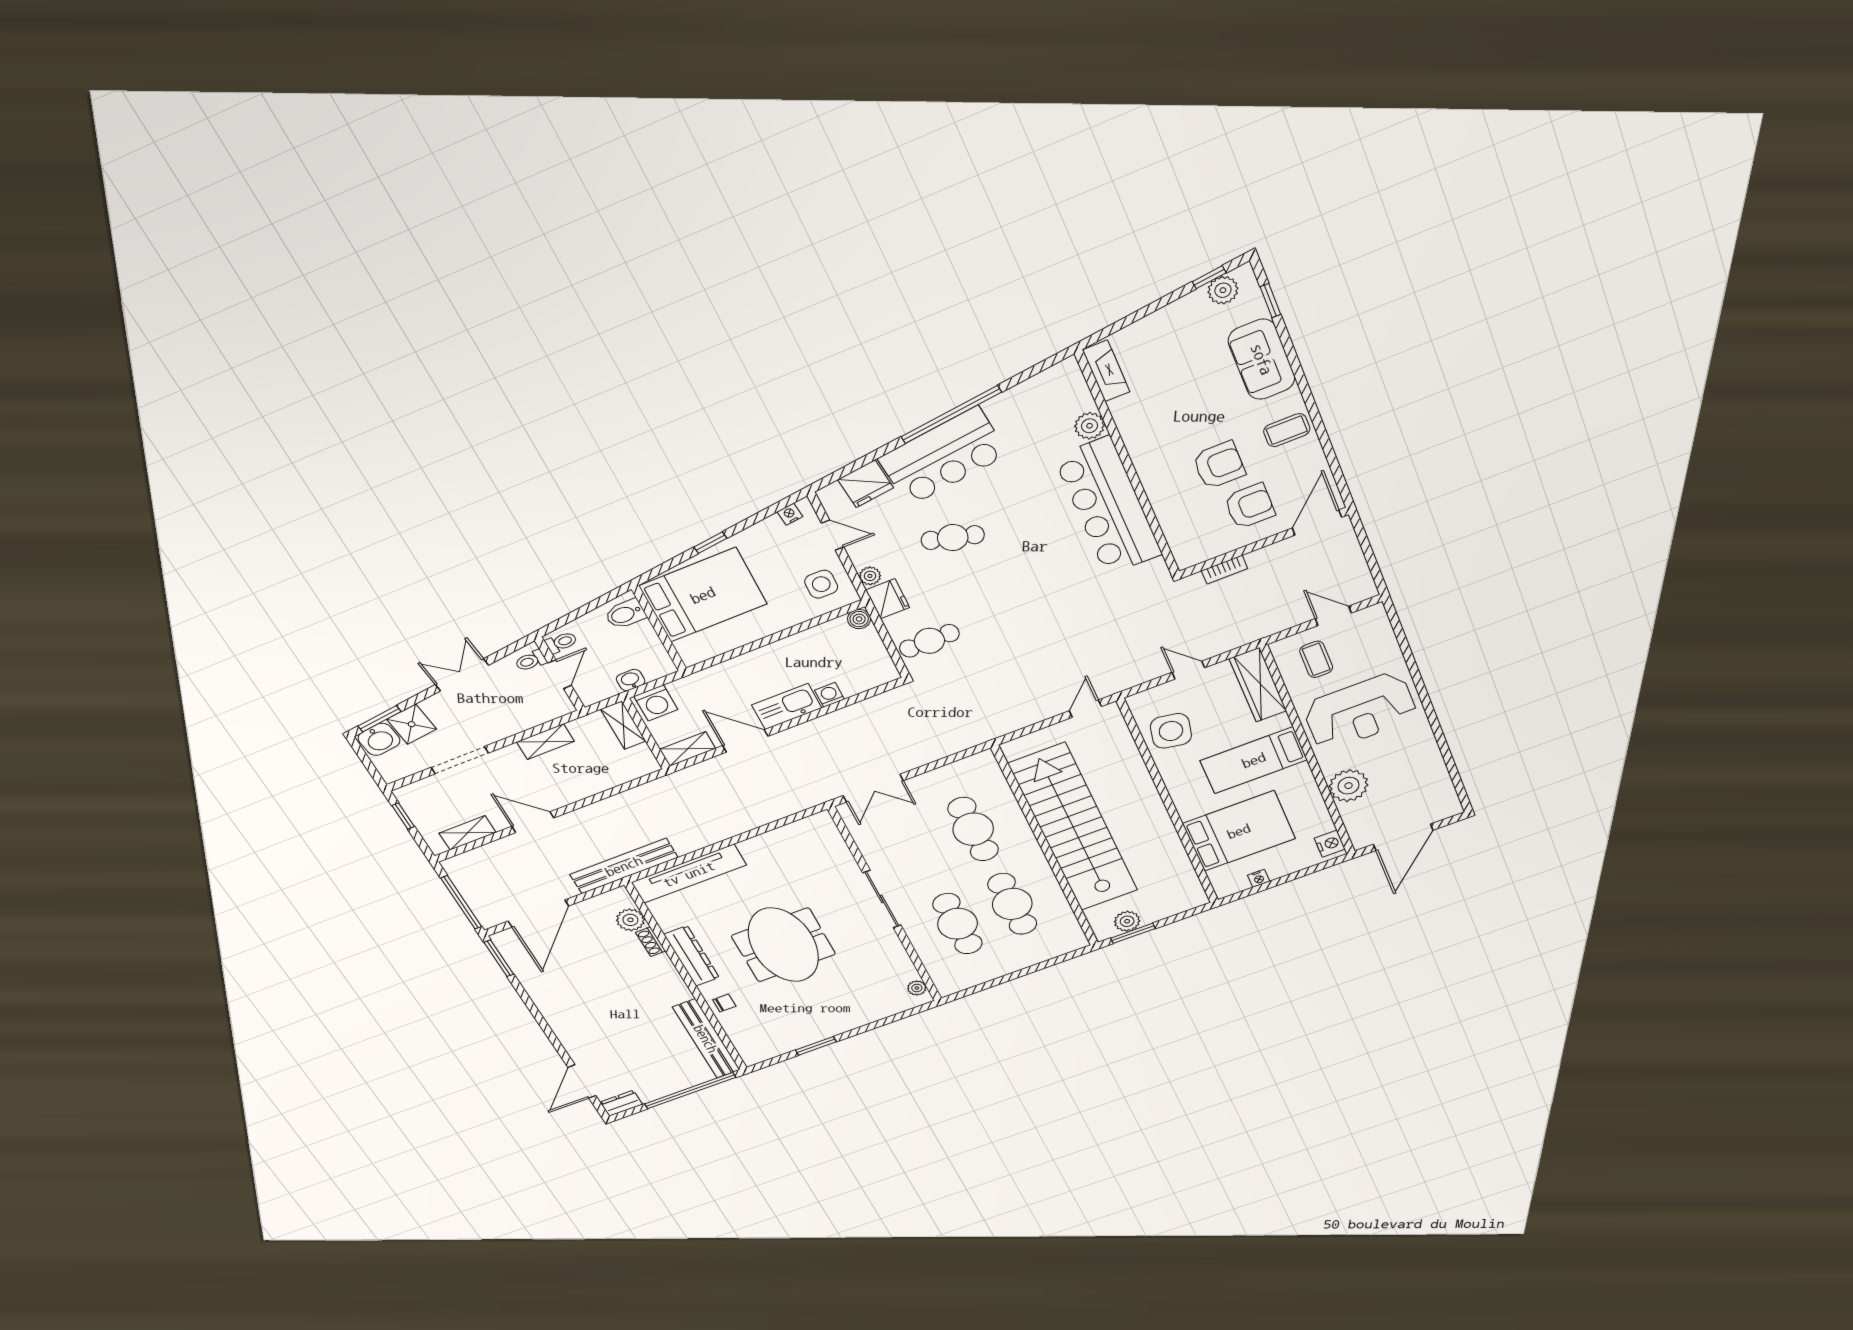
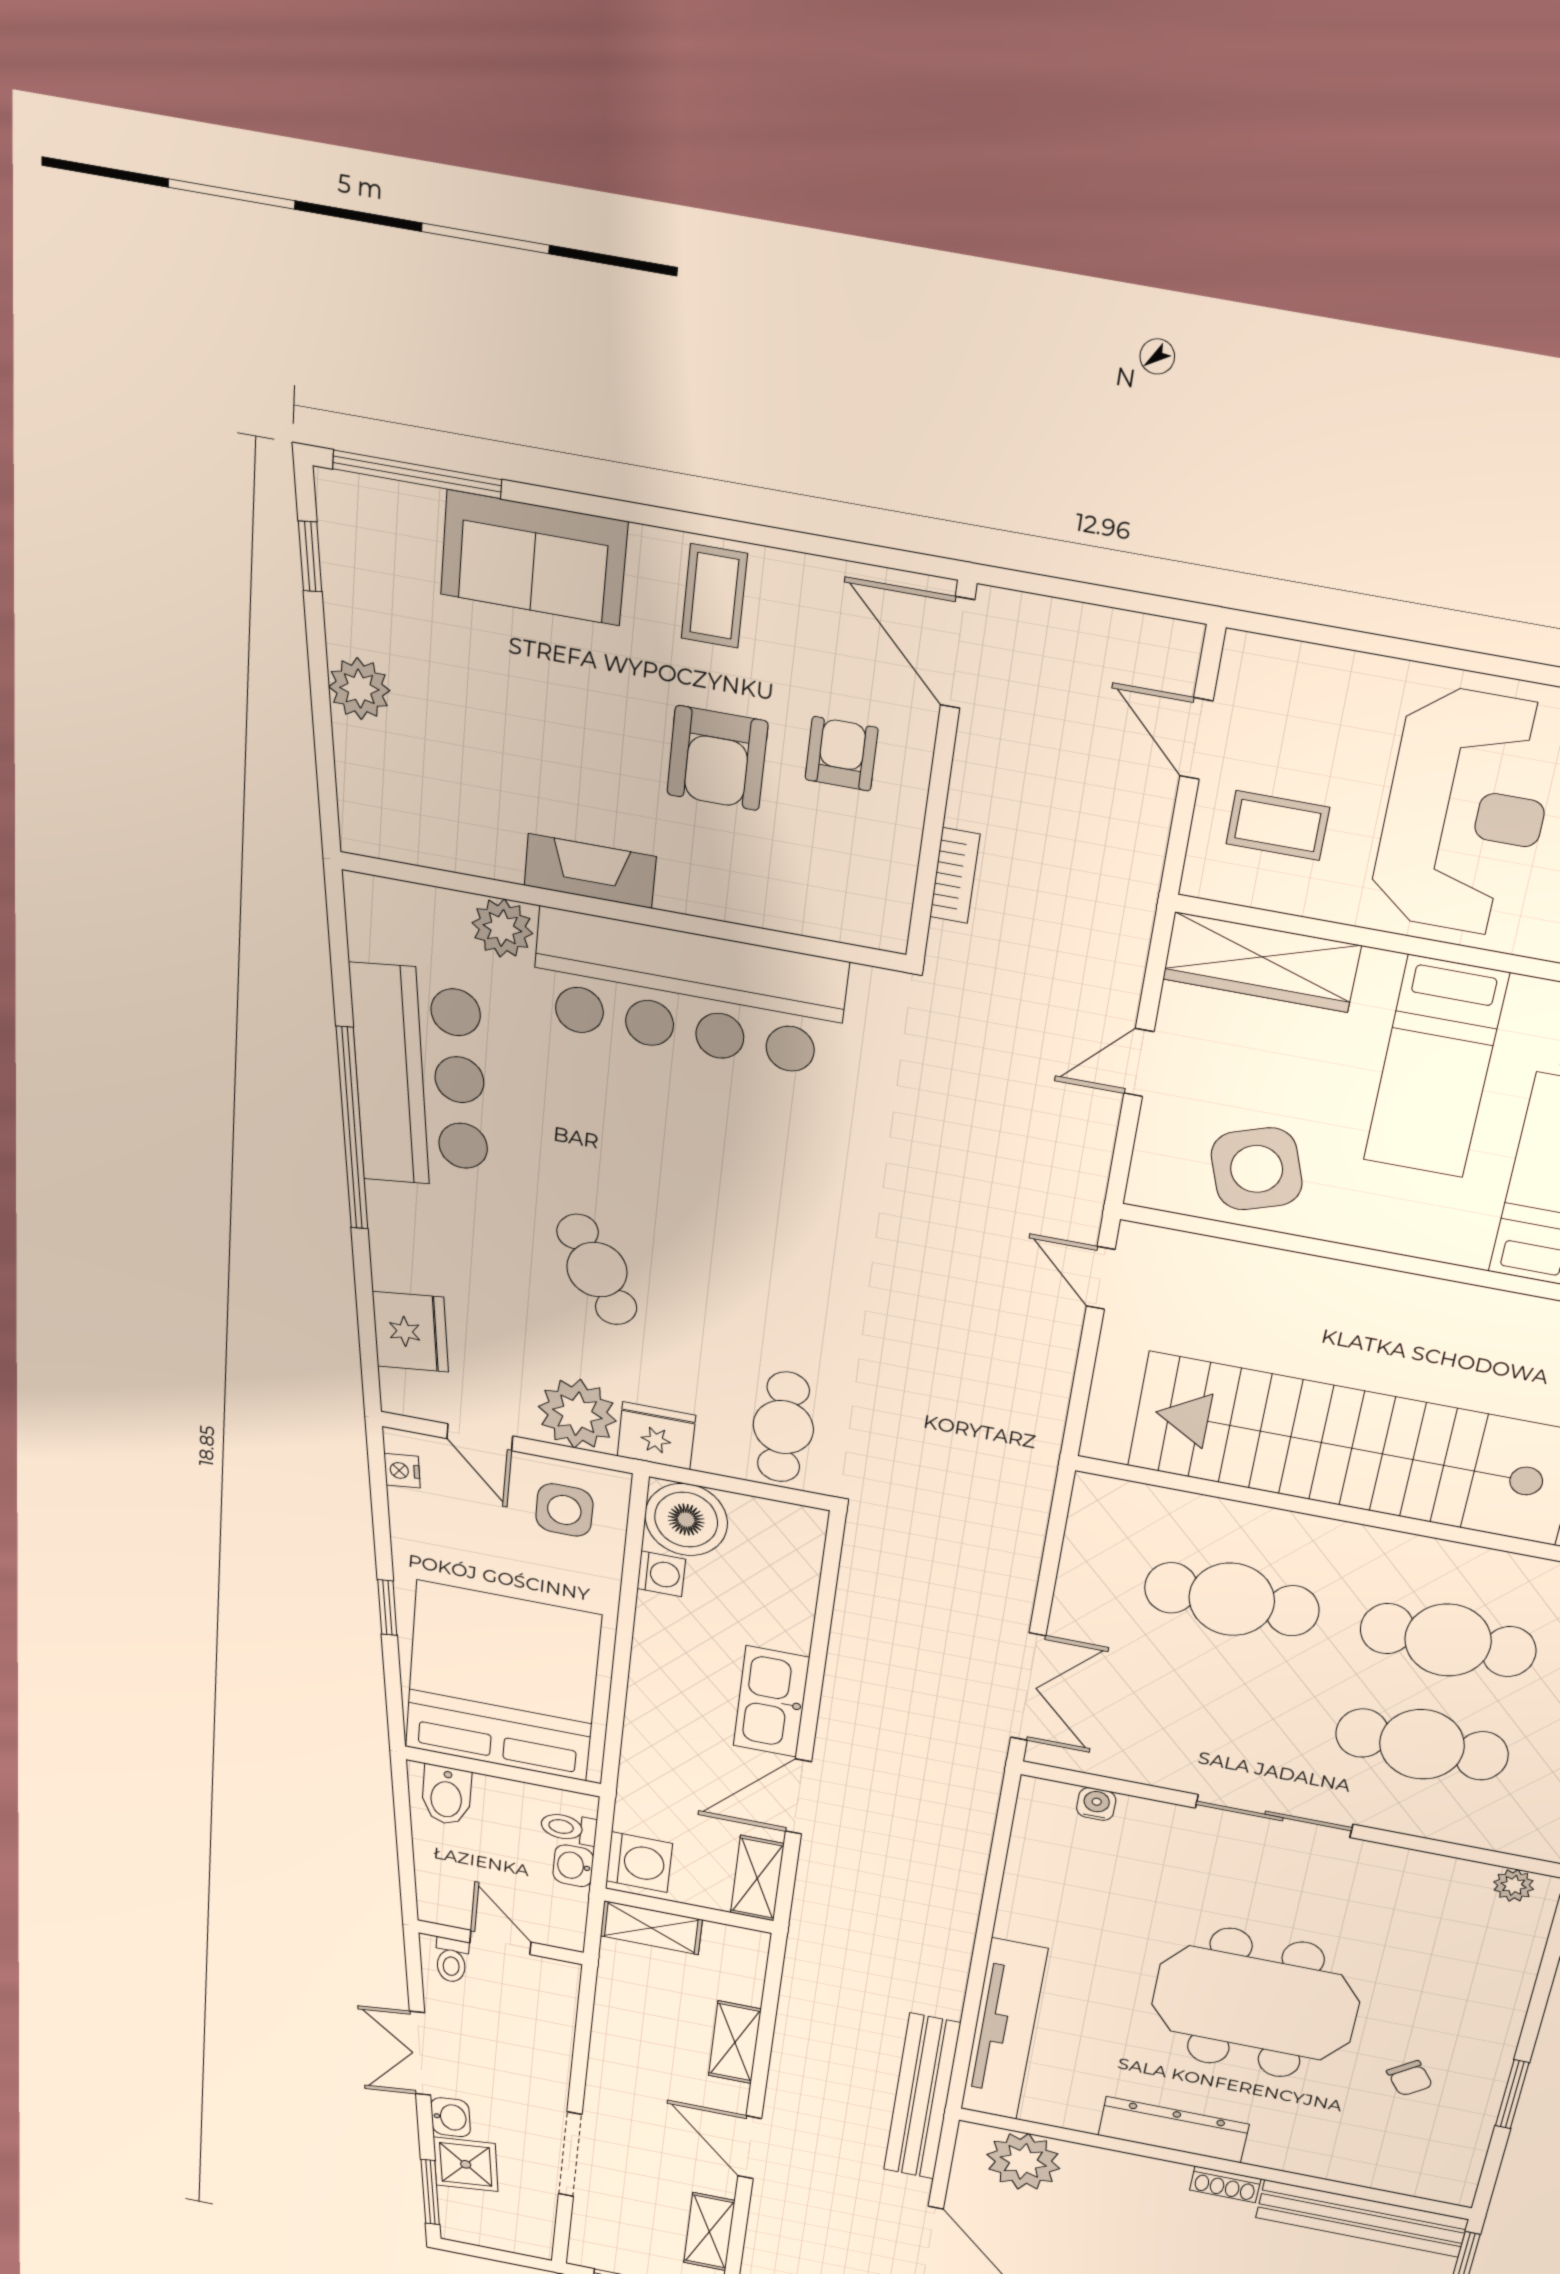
plant: (1223, 290) -> (359, 689), moved
window: (1270, 301) -> (417, 474), width x2.17
fireplace: (1106, 371) -> (590, 871), moved
bar counter: (943, 456) -> (420, 1077), moved
armchair: (1219, 465) -> (717, 758), turned 180
armchair: (1250, 506) -> (842, 754), width x0.72, depth x0.72
door: (832, 535) -> (480, 1437), swing flipped
cafe table: (953, 538) -> (597, 1270), turned -47
plant: (870, 576) -> (577, 1414), width x1.88, depth x1.88
bed: (703, 595) -> (502, 1682), width x1.36
door: (1333, 616) -> (1196, 739), hinge flipped
boiler: (859, 619) -> (686, 1520), width x1.86, depth x1.86
toilet: (561, 642) -> (569, 1828), moved, turned -90
washing machine: (829, 695) -> (661, 1574), moved, turned 180
side table: (1171, 731) -> (1257, 1169), turned -30
washbasin: (379, 739) -> (451, 2117), moved, width x0.72, depth x0.69
shelving: (545, 742) -> (735, 2042), moved
door: (533, 822) -> (750, 2147), hinge flipped
water cooler: (835, 841) -> (1096, 1804), added
plant: (630, 920) -> (1023, 2161), width x1.36, depth x1.36
shoe rack: (651, 942) -> (1225, 2184), moved
chair: (724, 1003) -> (1410, 2078), moved, turned 144

